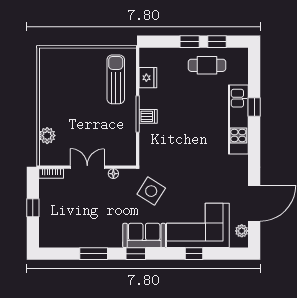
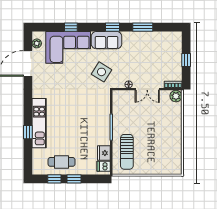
dishwasher: (148, 116) -> (104, 166), moved
plant: (47, 136) -> (176, 96), moved

